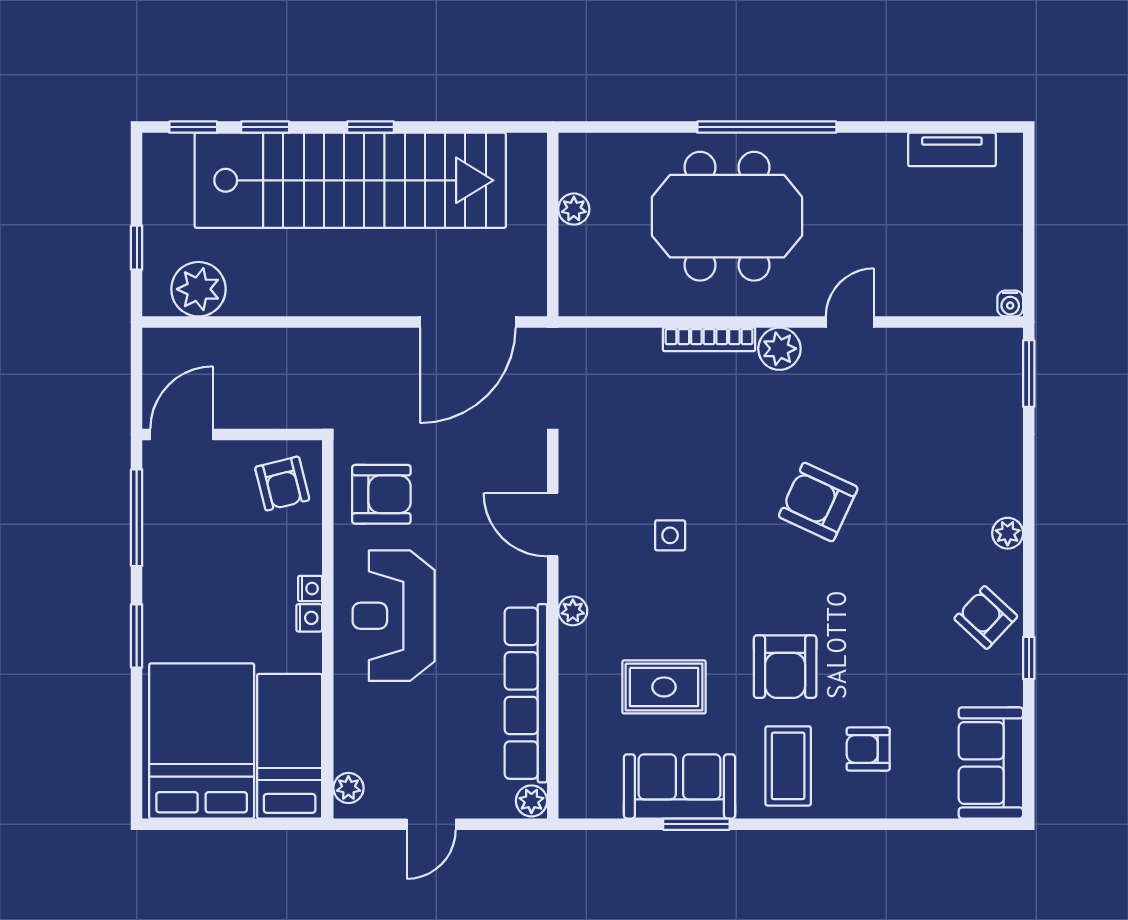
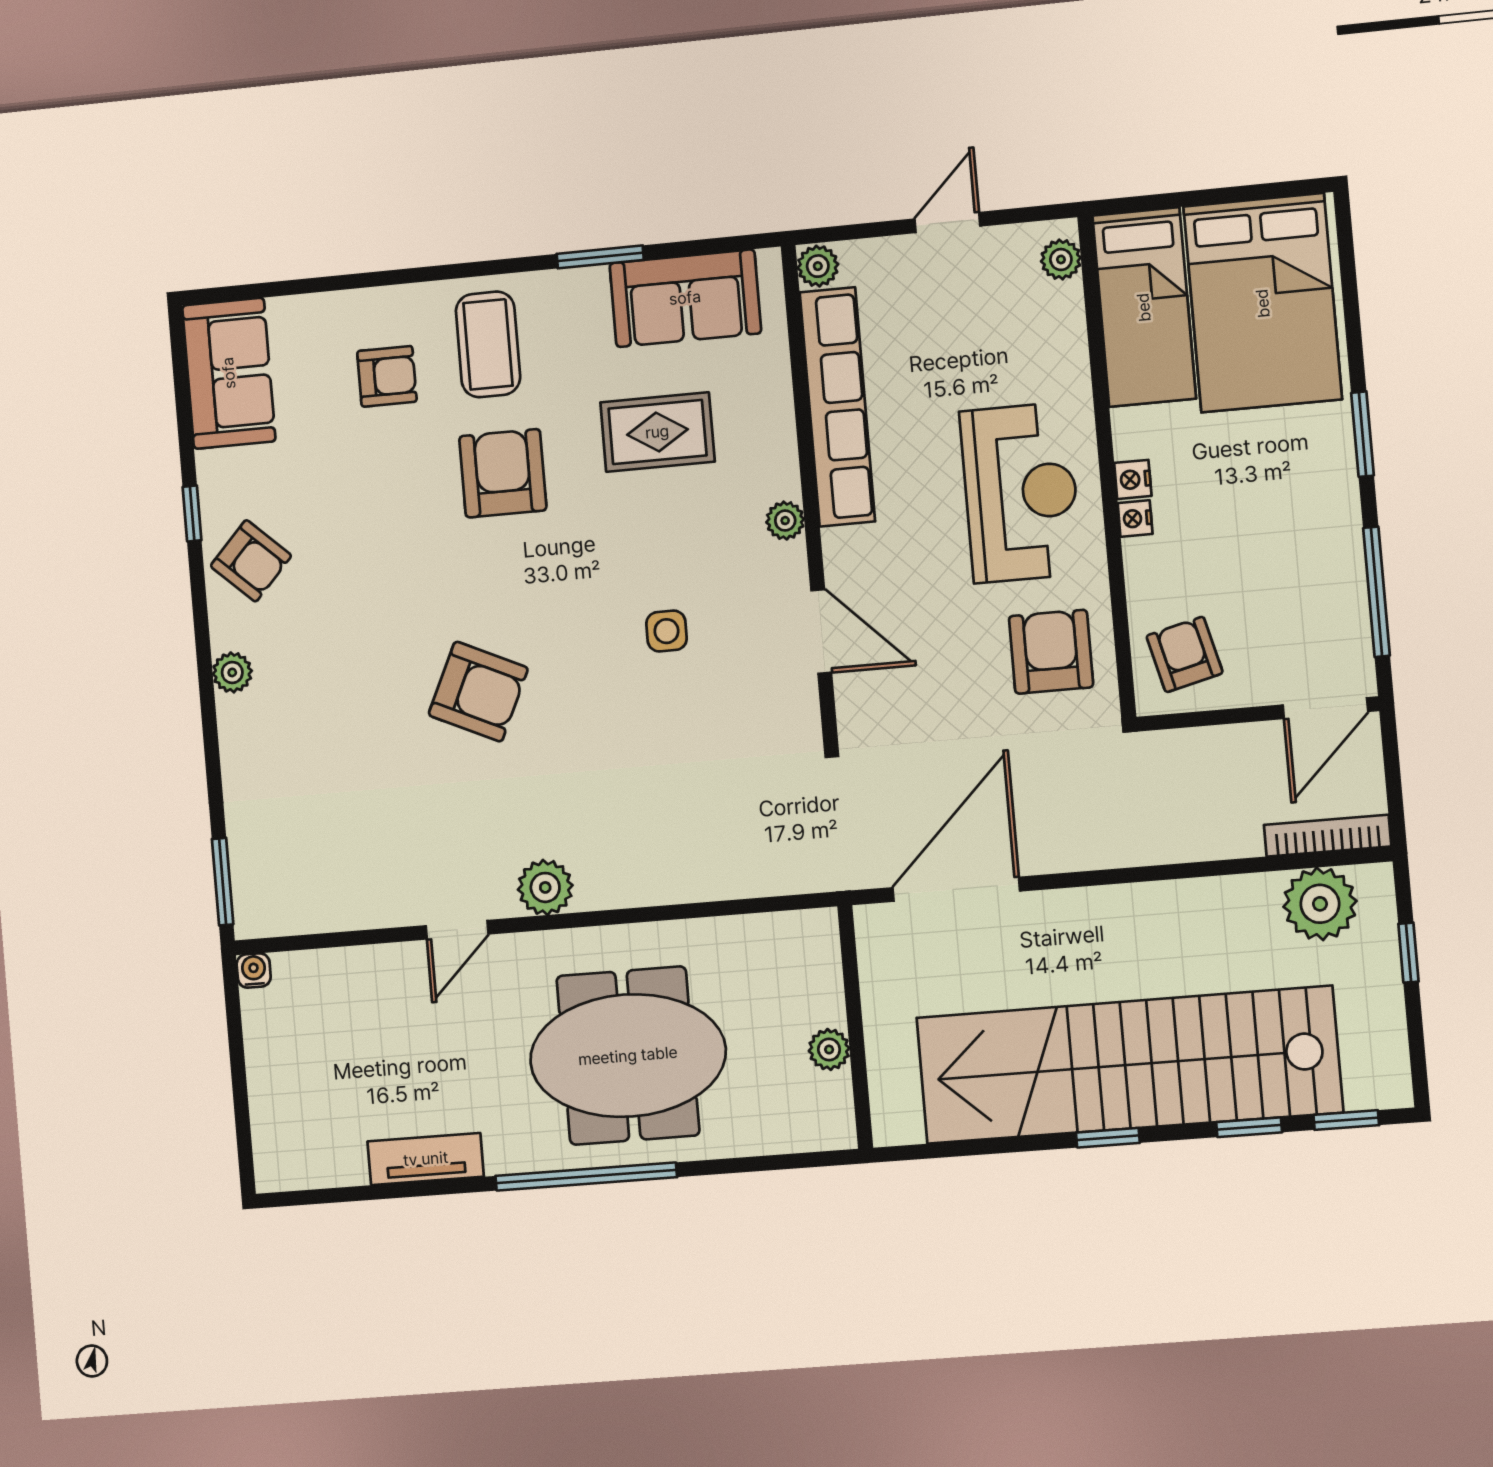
tv unit: (952, 149) -> (426, 1159), moved
bookcase: (709, 339) -> (1328, 836), moved
armchair: (381, 494) -> (1051, 652), turned 90
sofa: (679, 786) -> (685, 298), moved

